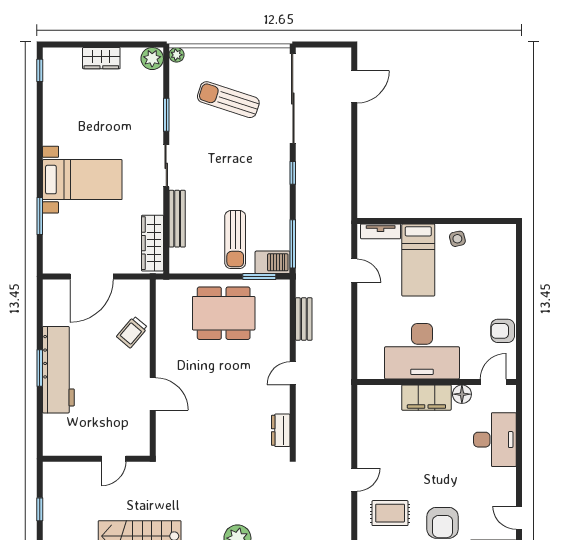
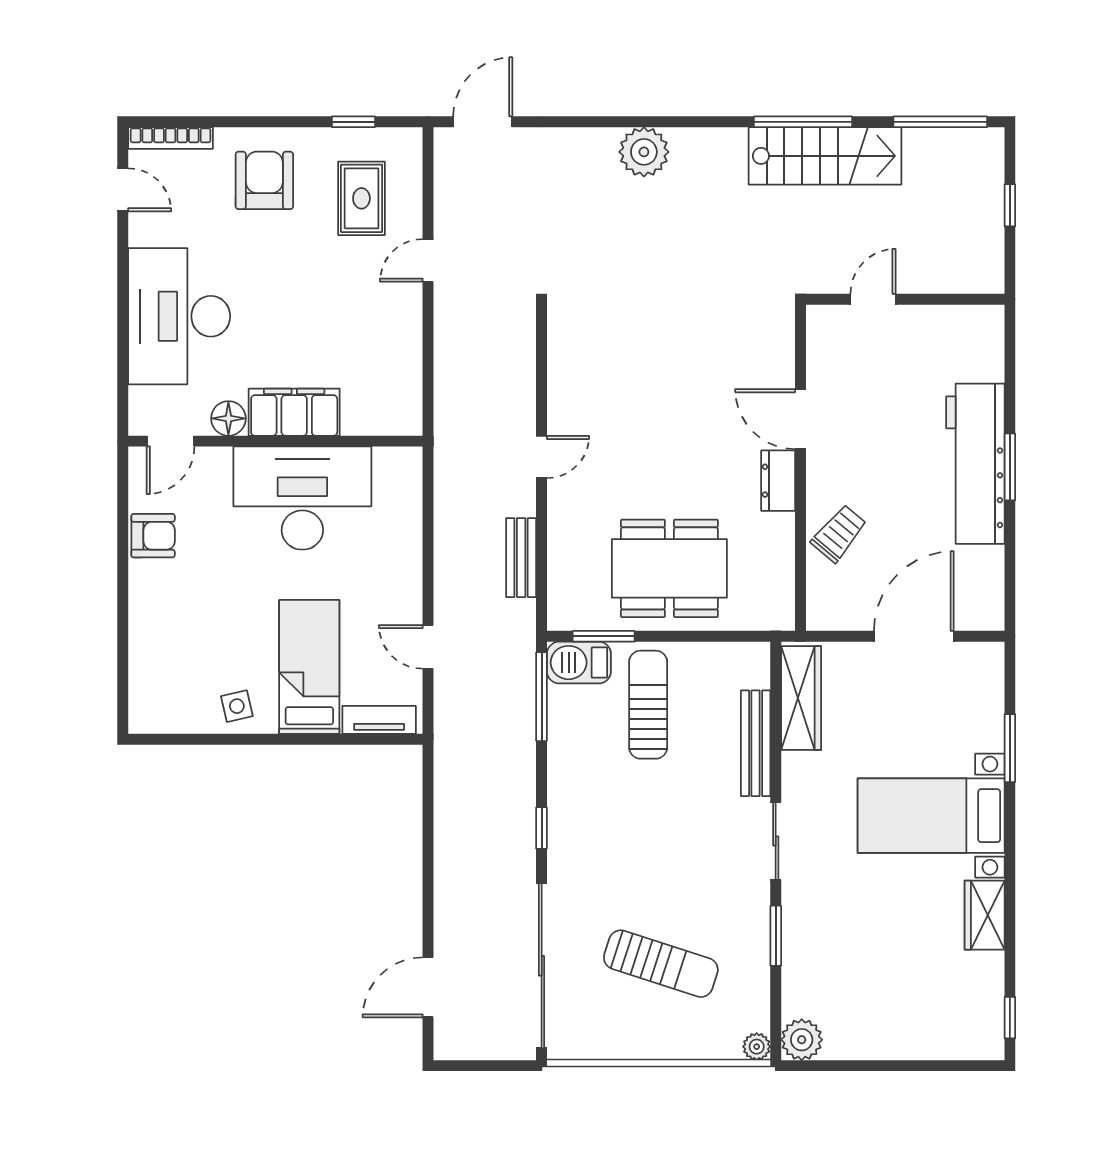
wardrobe: (101, 58) -> (985, 915), moved, turned -90
dresser: (281, 430) -> (778, 481), moved, turned 180
desk: (495, 440) -> (179, 316), width x1.36, depth x1.30
rug: (390, 513) -> (361, 198), turned 90

